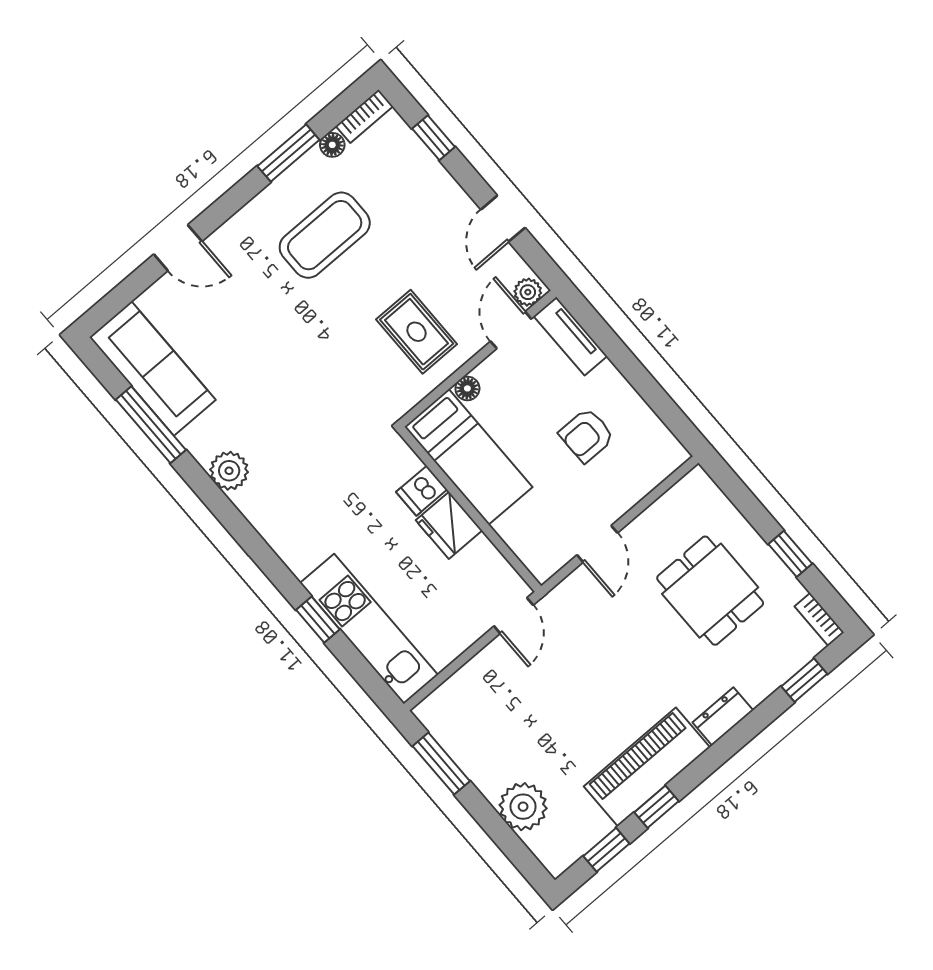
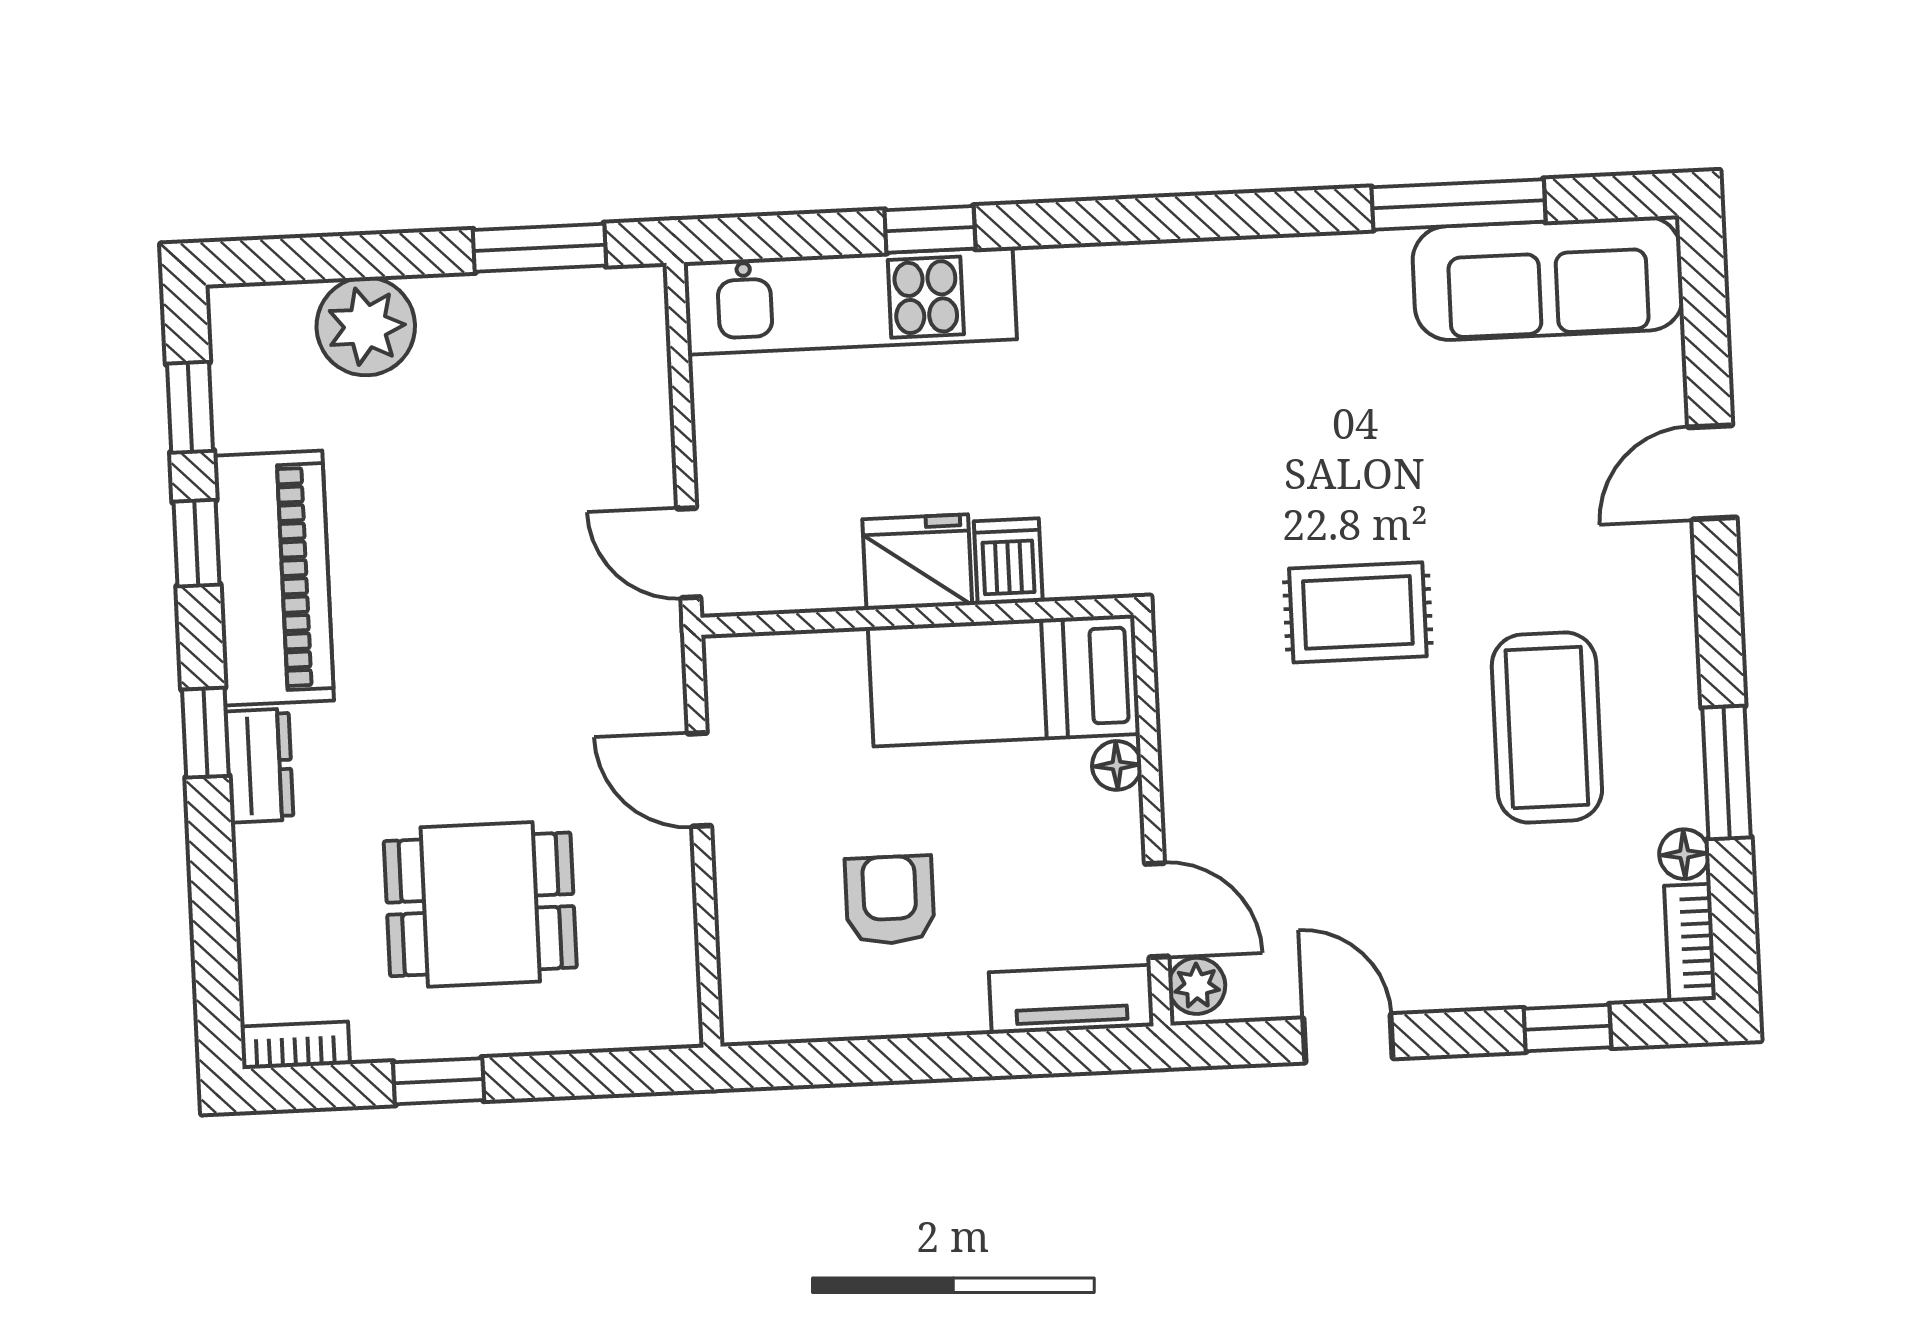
rug: (417, 332) -> (1358, 612), moved
plant: (229, 471) -> (1285, 273), removed
window: (804, 680) -> (205, 733), moved

